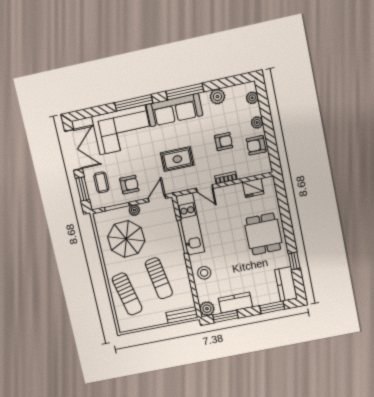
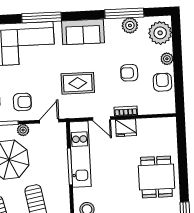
window: (185, 92) -> (124, 13), moved
plant: (252, 98) -> (160, 33), width x1.88, depth x1.88
sofa: (174, 110) -> (83, 32), width x0.73
armchair: (224, 142) -> (129, 73), turned 180
armchair: (256, 145) -> (162, 82), turned 90
fridge: (253, 188) -> (126, 128), moved

